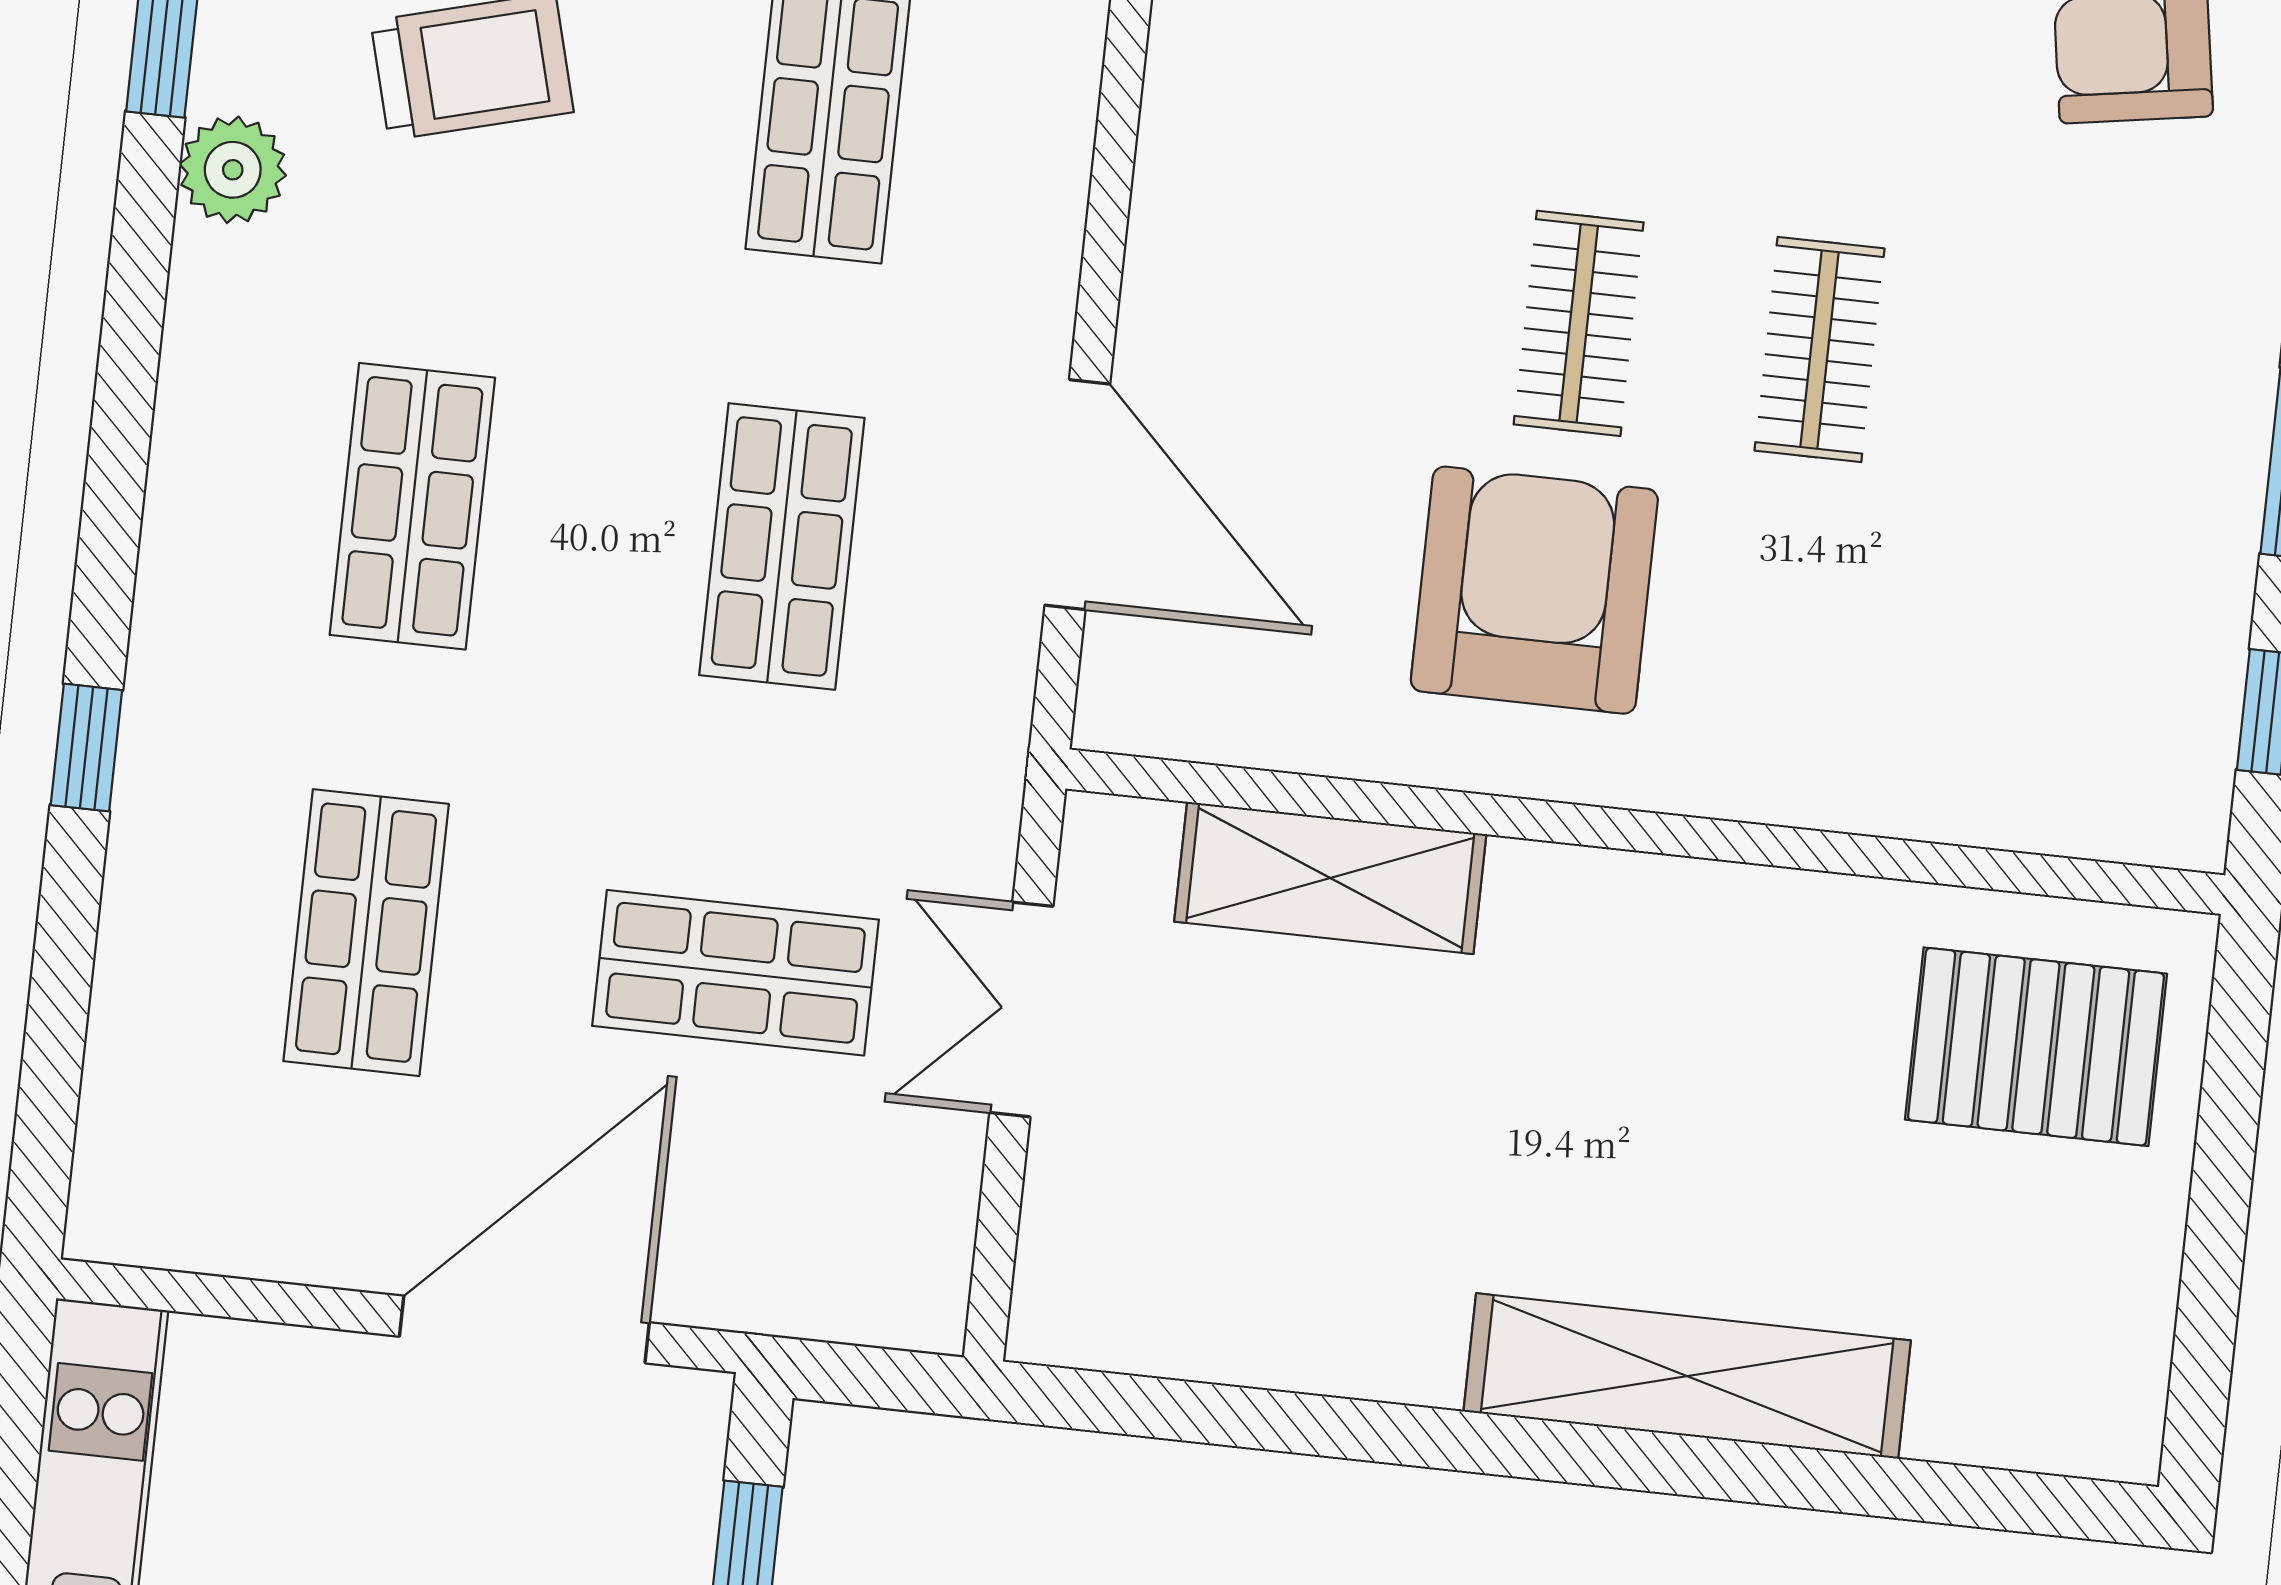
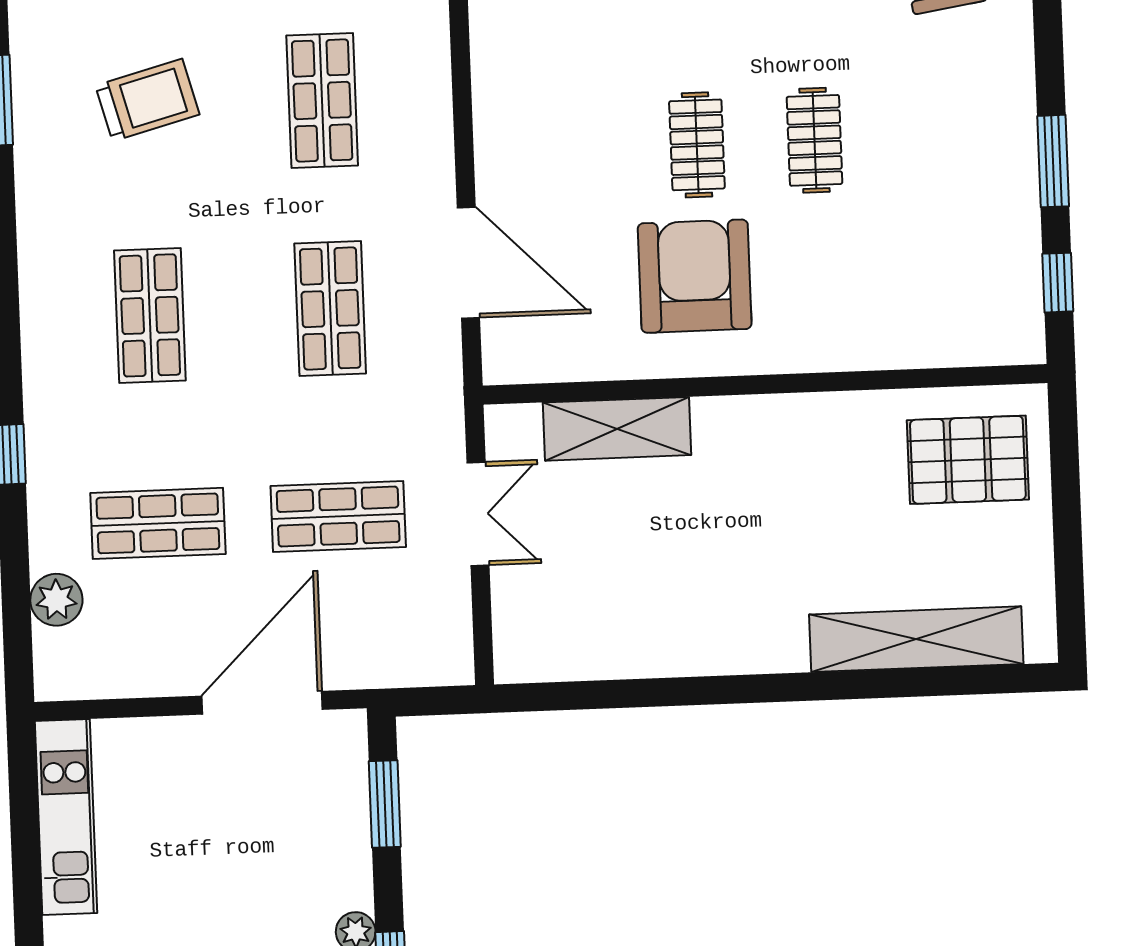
plant: (233, 170) -> (56, 600), moved
shop shelf: (366, 933) -> (158, 523), turned 90
double door: (1021, 1009) -> (478, 514), swing flipped
shelving: (1687, 1376) -> (916, 639), moved

